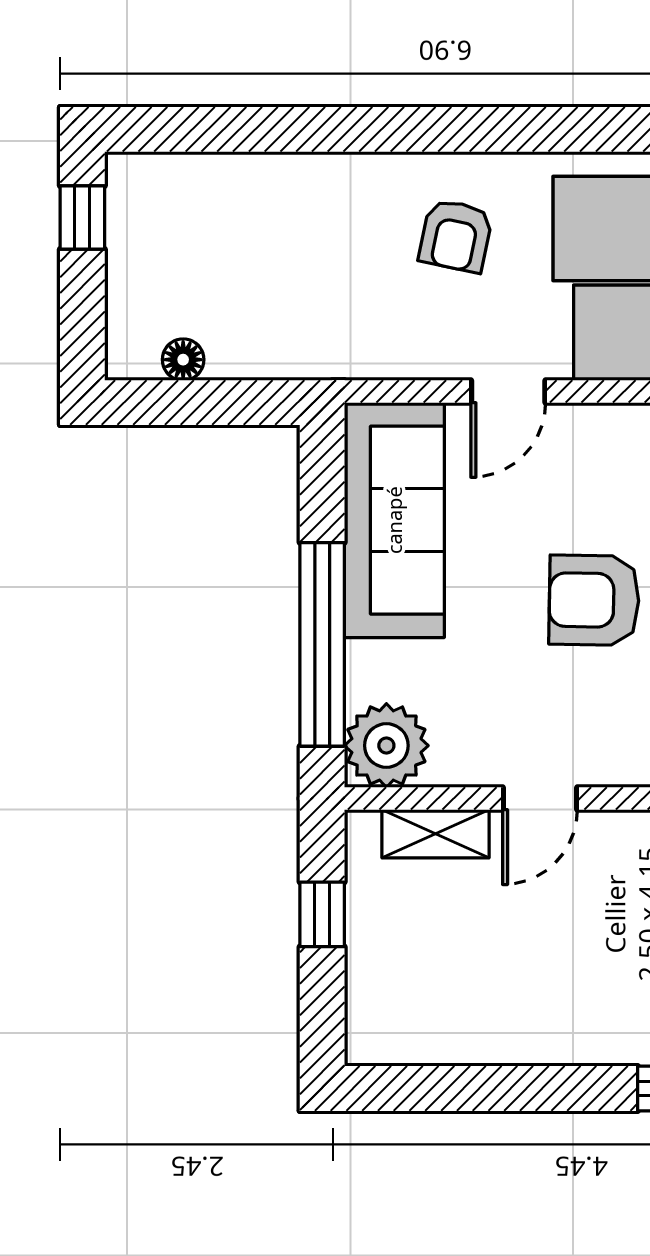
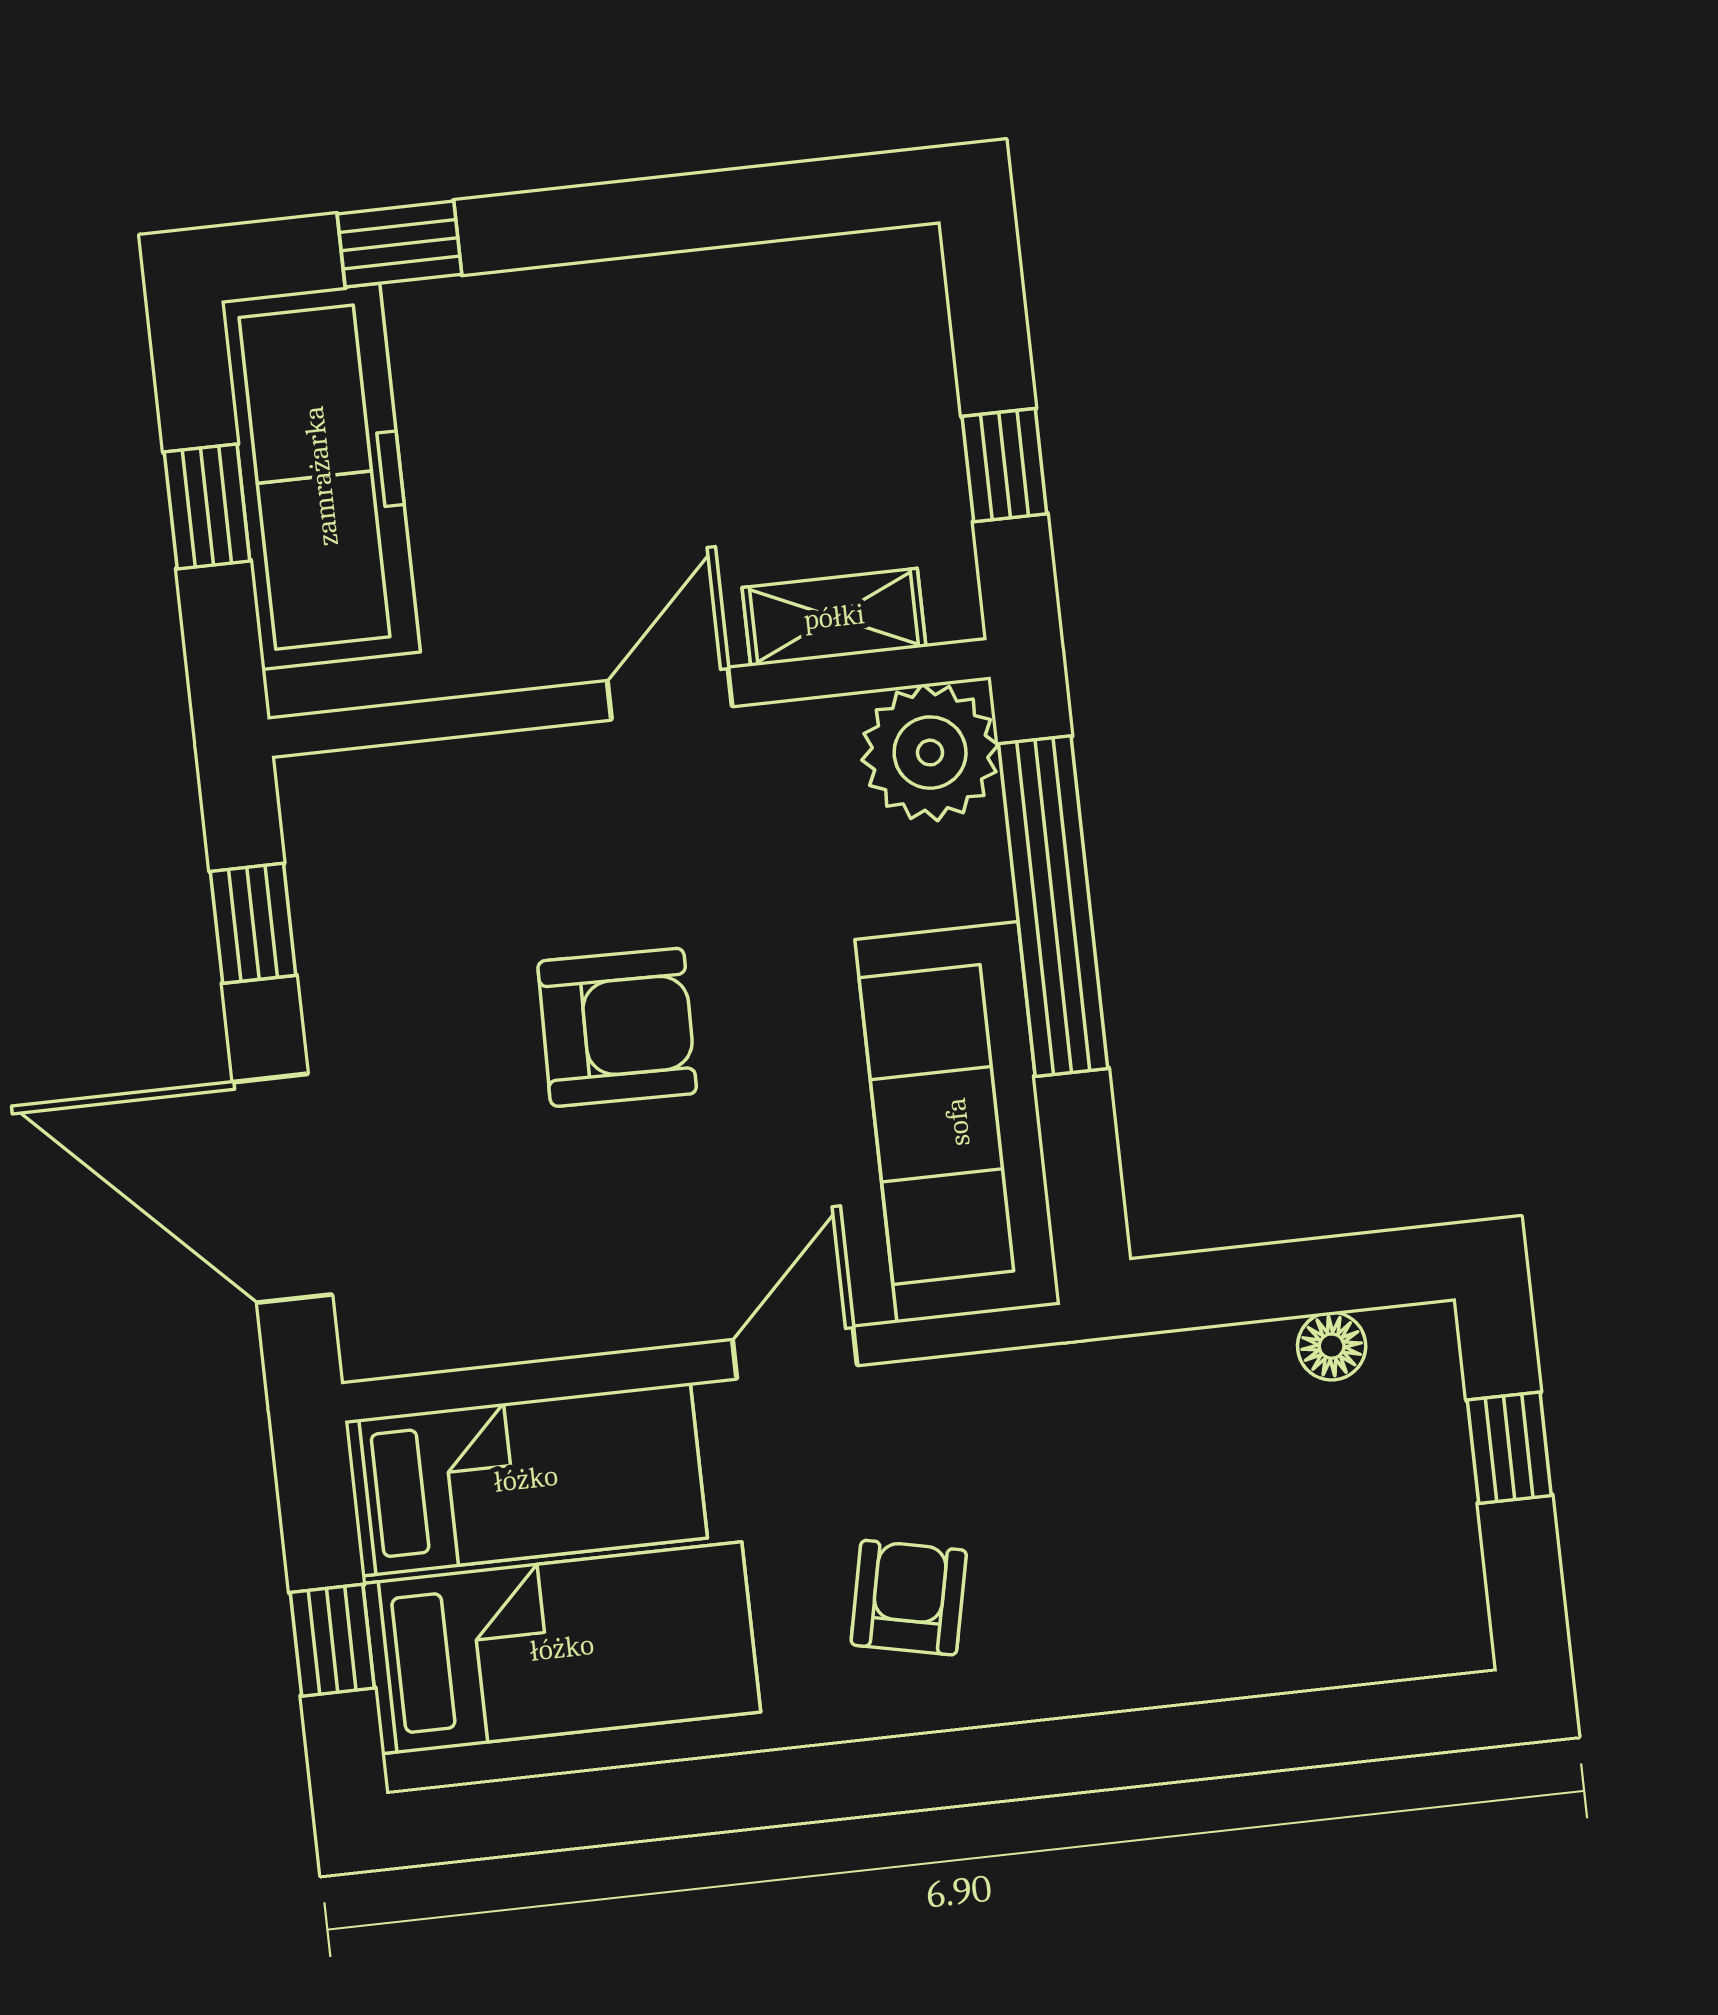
window: (82, 218) -> (1509, 1448), moved

